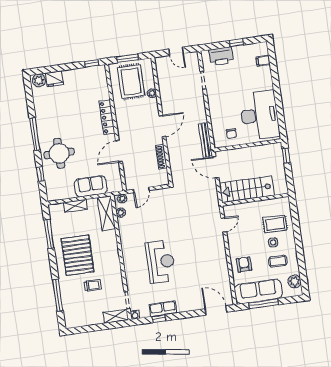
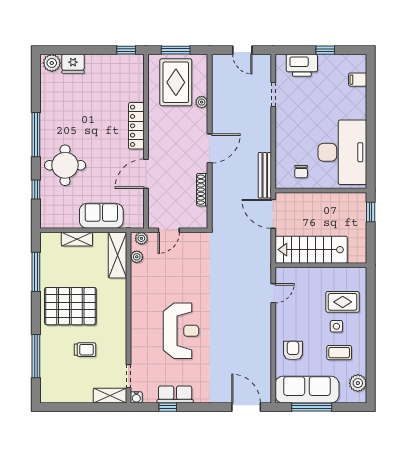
pallet: (78, 255) -> (70, 306), turned 90

